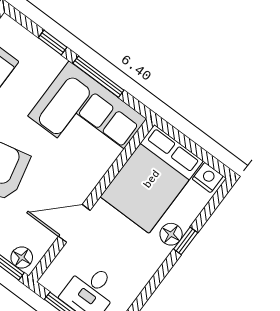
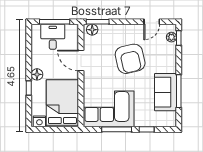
door: (74, 223) -> (81, 60), swing flipped
floor lamp: (171, 234) -> (37, 74), moved

